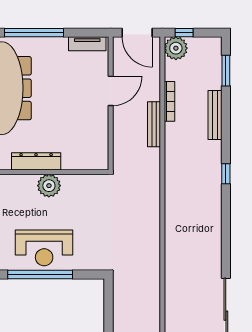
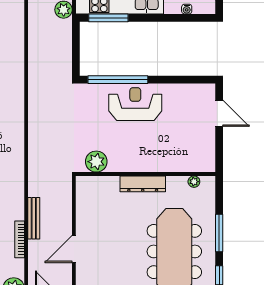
plant: (49, 186) -> (96, 162), moved
window: (40, 275) -> (118, 80), moved

